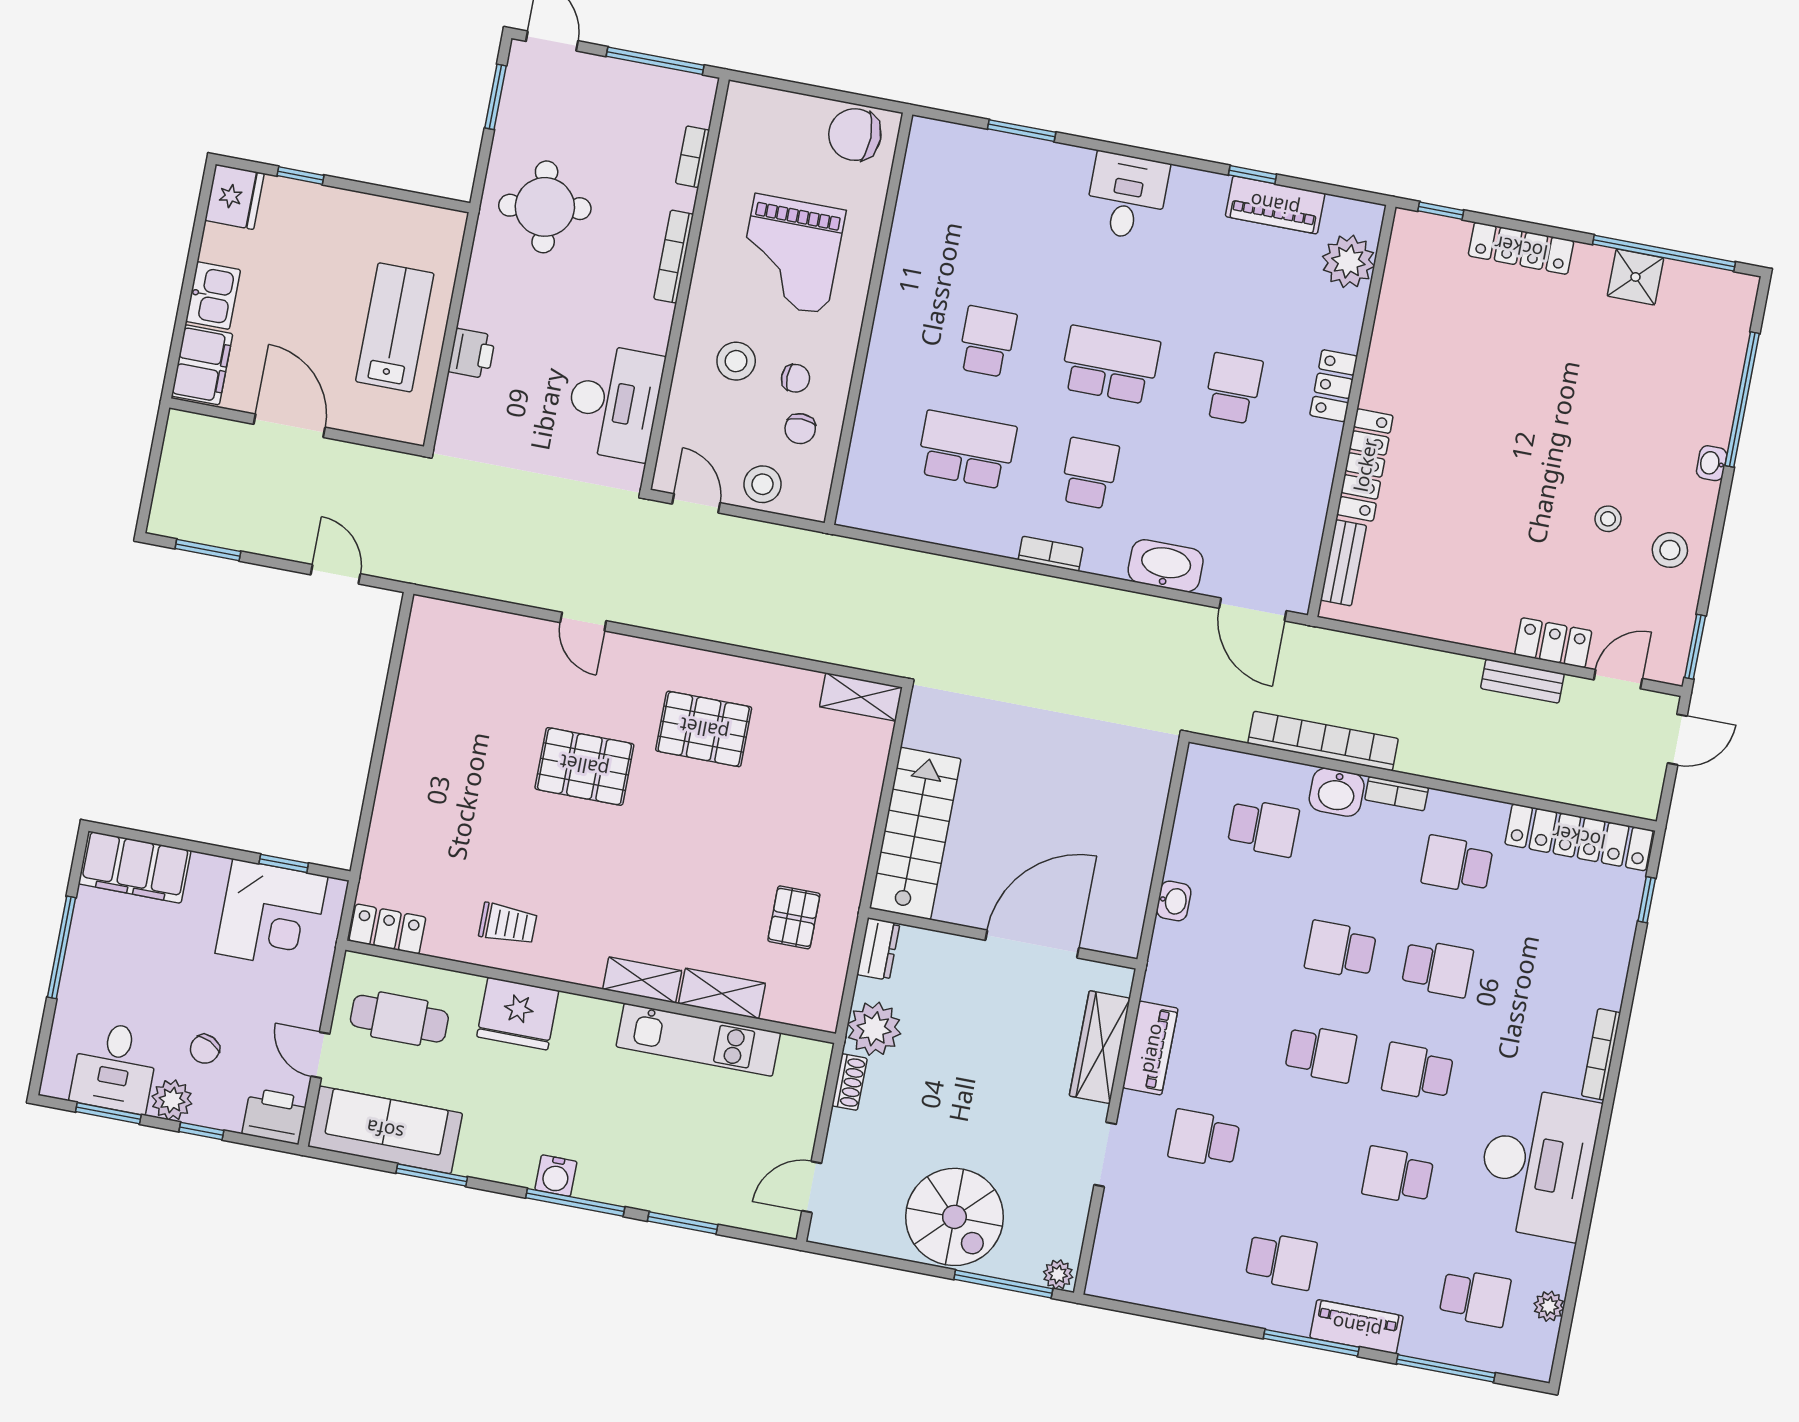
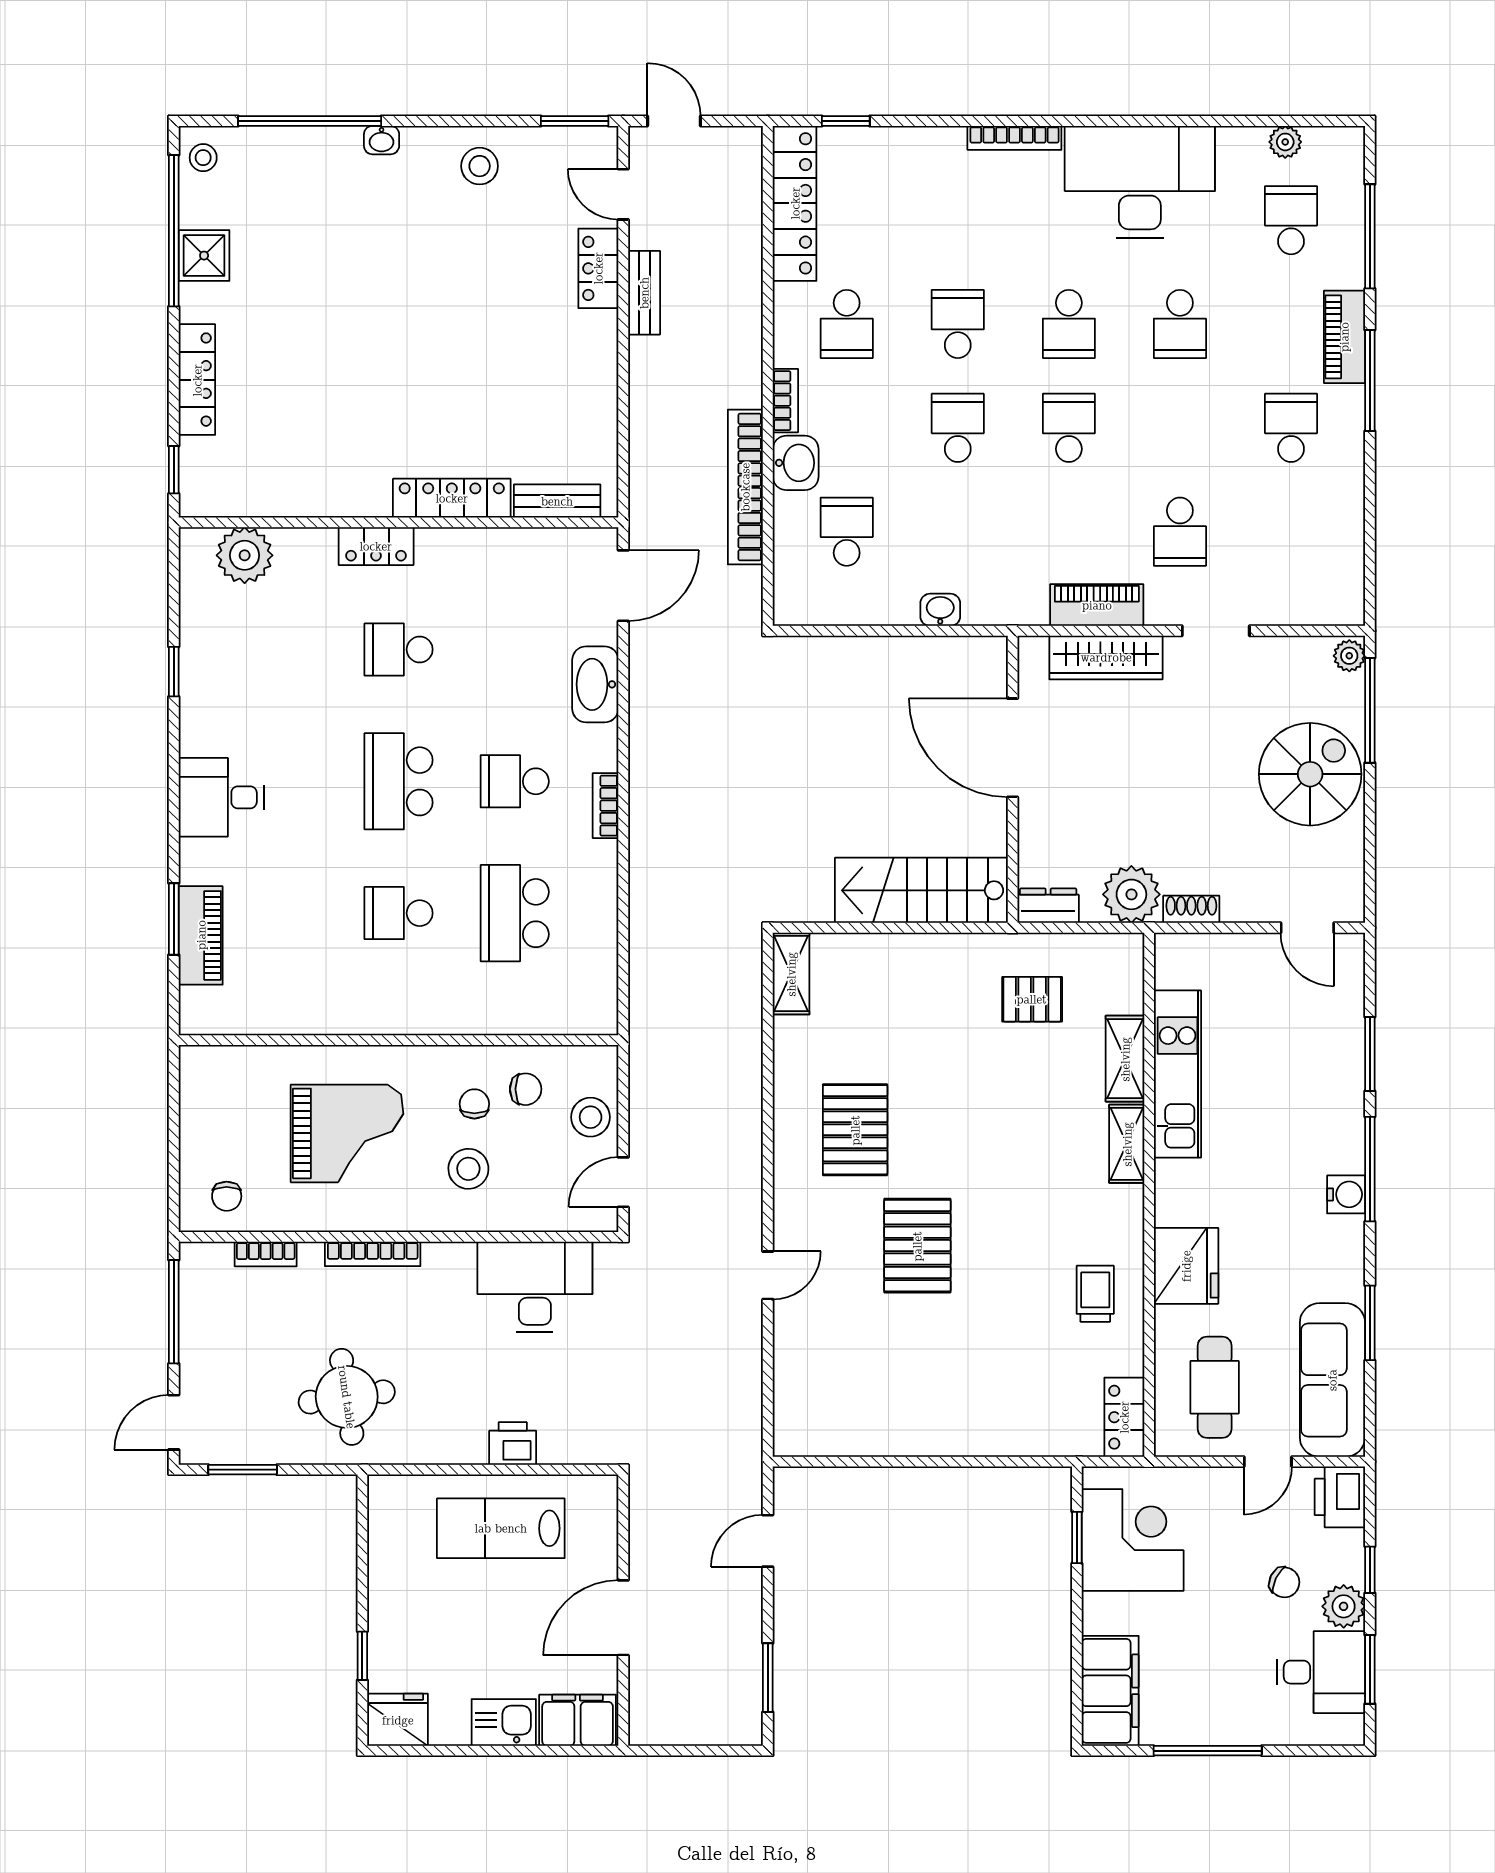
chair: (855, 135) -> (227, 1196), moved, width x0.54, depth x0.54
piano: (1275, 205) -> (201, 935), moved
stool: (1608, 519) -> (203, 158), moved
school desk: (1340, 950) -> (958, 428), turned 180

